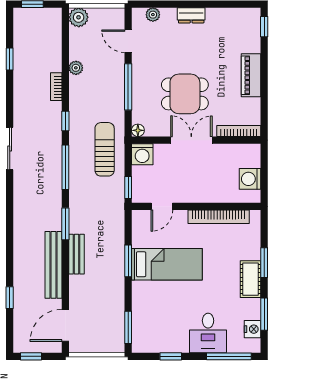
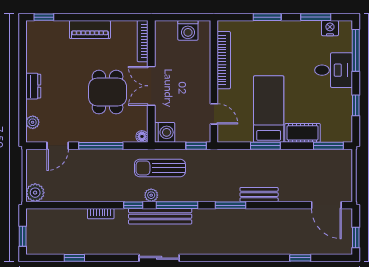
plant: (76, 68) -> (151, 195), moved
bench: (54, 265) -> (160, 216), moved
cot: (251, 279) -> (303, 133), moved

